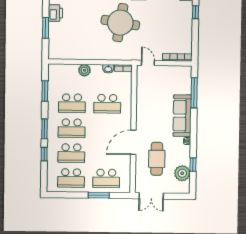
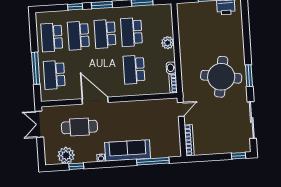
window: (99, 195) -> (36, 68), width x1.44

